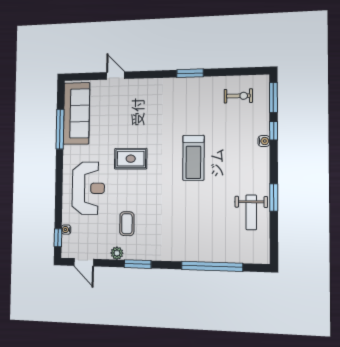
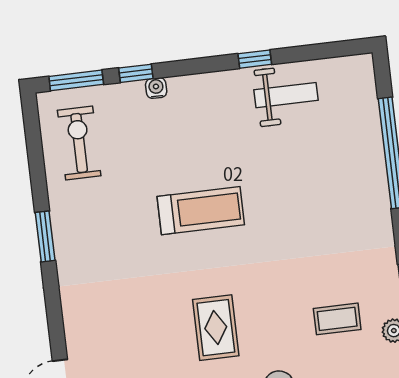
exercise bike: (238, 96) -> (79, 143), width x1.38, depth x1.39
window: (274, 198) -> (255, 59), width x0.67

